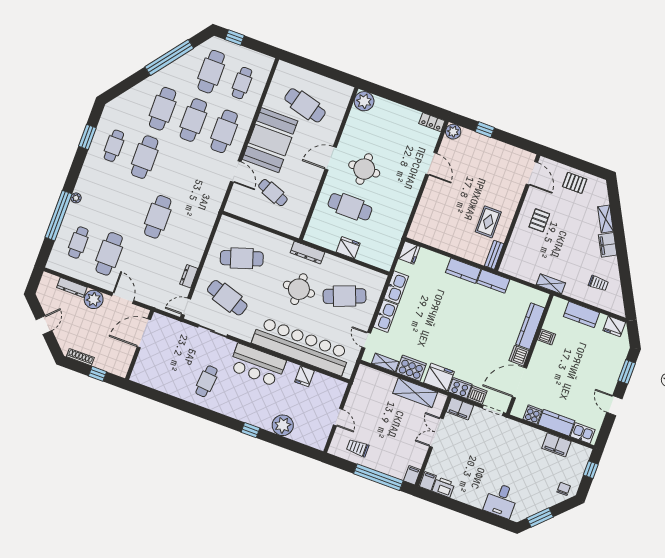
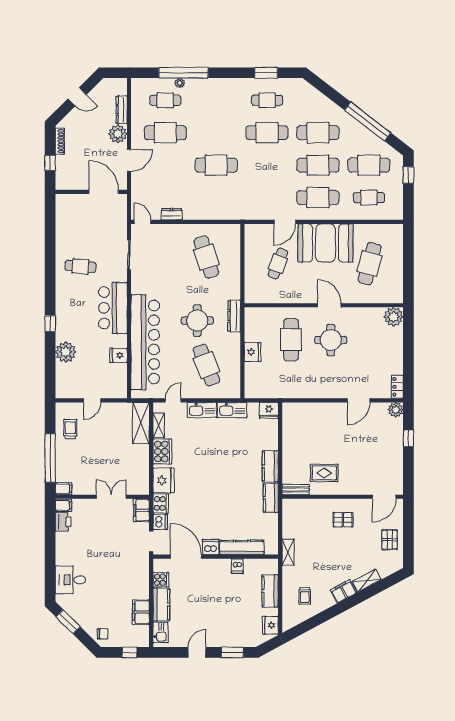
plant: (76, 198) -> (180, 83), moved
cafe table: (227, 298) -> (165, 257), removed
shelving: (415, 393) -> (141, 423), moved

